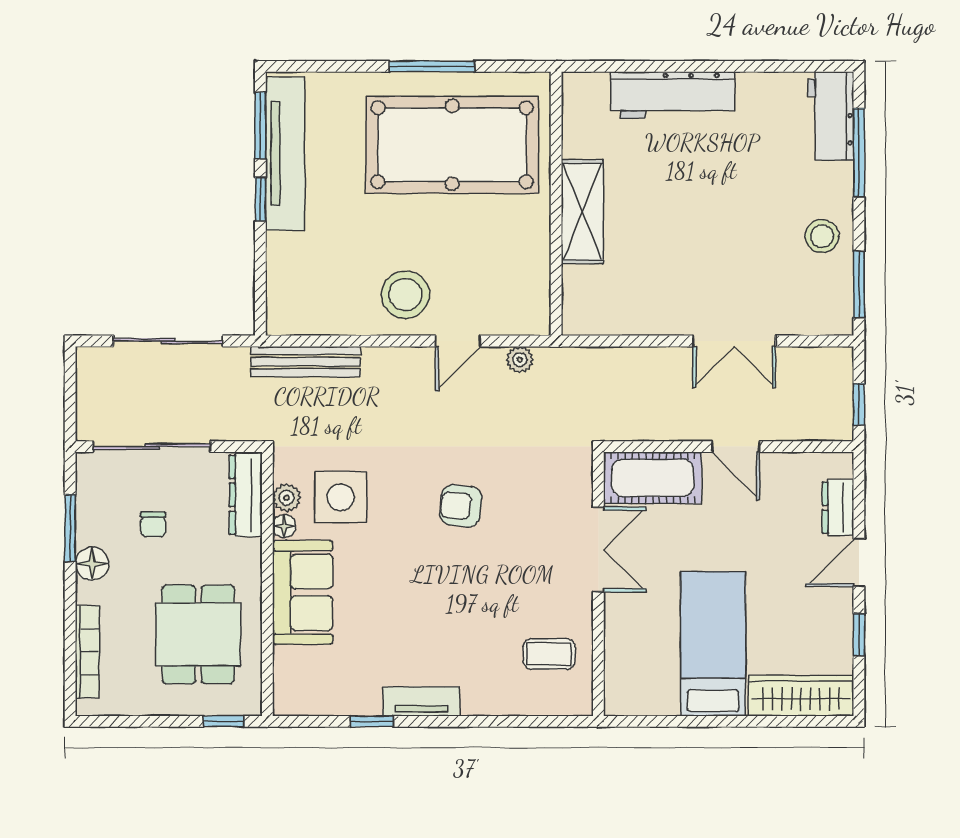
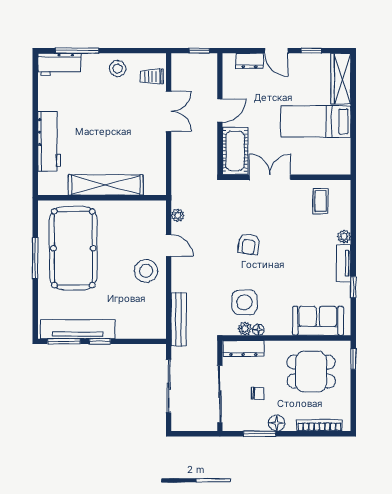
shelving: (582, 212) -> (106, 185), width x1.47
window: (859, 285) -> (141, 51), removed
trolley: (806, 306) -> (152, 76), added
sofa: (303, 592) -> (318, 321), moved
plant: (476, 702) -> (344, 237), added

